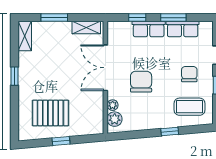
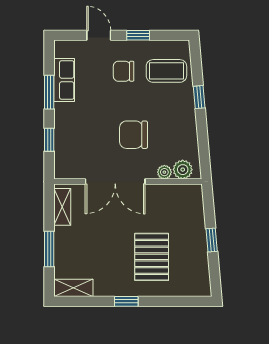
row of seats: (149, 29) -> (64, 125), removed
coffee table: (190, 107) -> (166, 71), turned 90
pallet: (50, 113) -> (152, 257), moved

